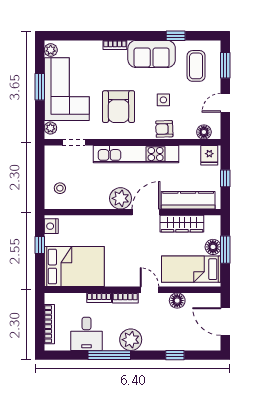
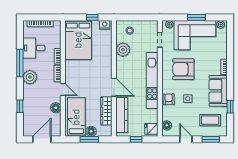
plant: (120, 198) -> (123, 50), moved
door: (149, 290) -> (63, 89), hinge flipped

